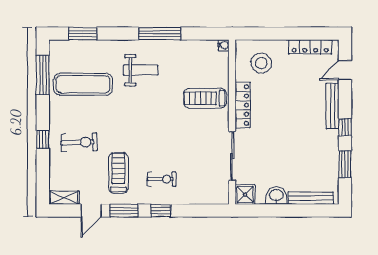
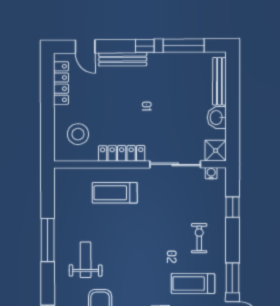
water cooler: (224, 45) -> (211, 173), moved
treadmill: (205, 98) -> (115, 193), turned 90
window: (345, 164) -> (184, 46), width x1.44
window: (161, 211) -> (233, 207), moved

